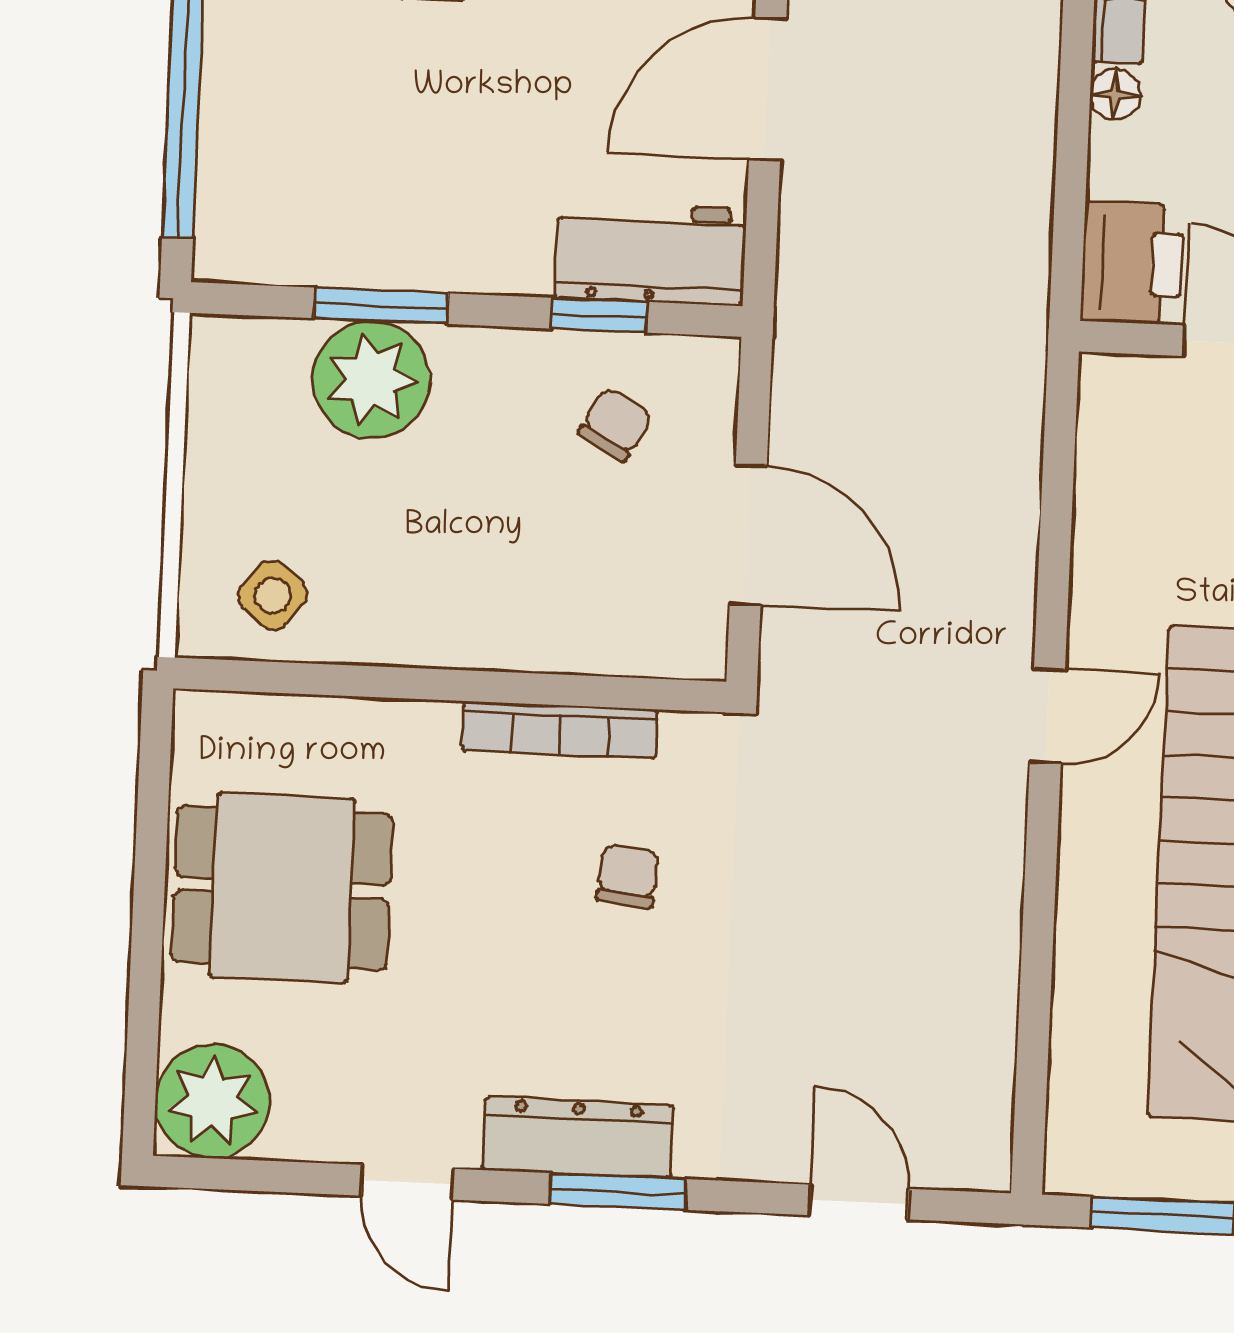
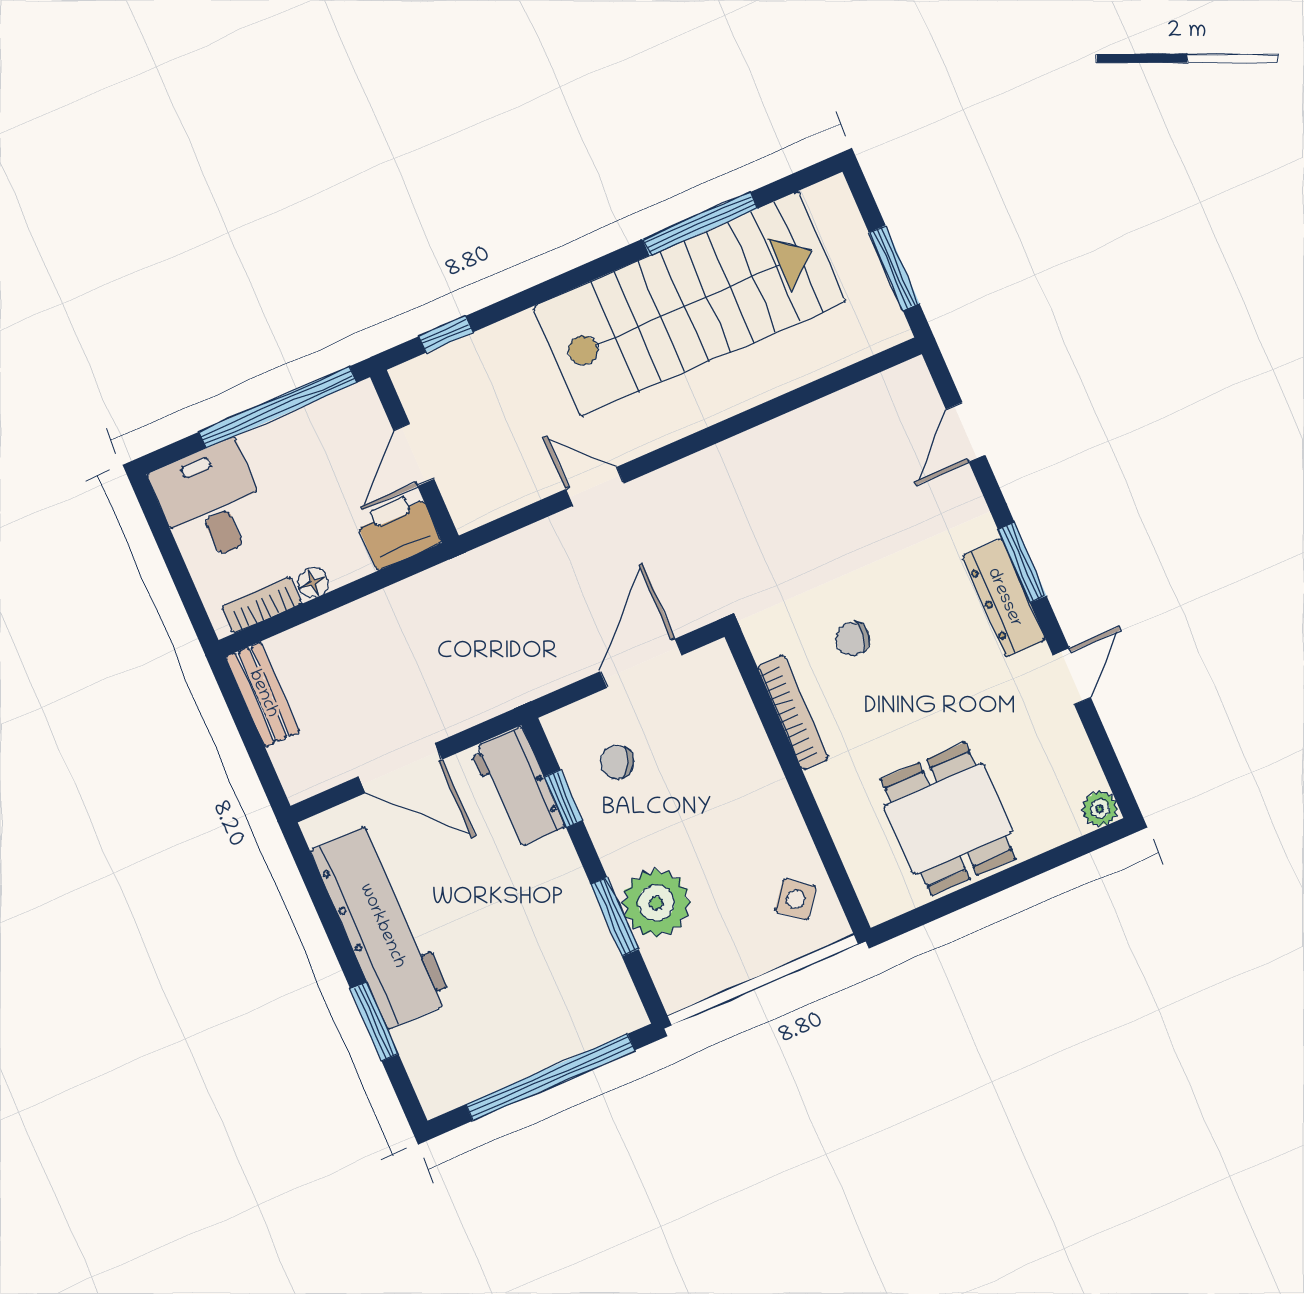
door: (1047, 716) -> (595, 486), moved
plant: (212, 1101) -> (1100, 809), width x0.53, depth x0.53

